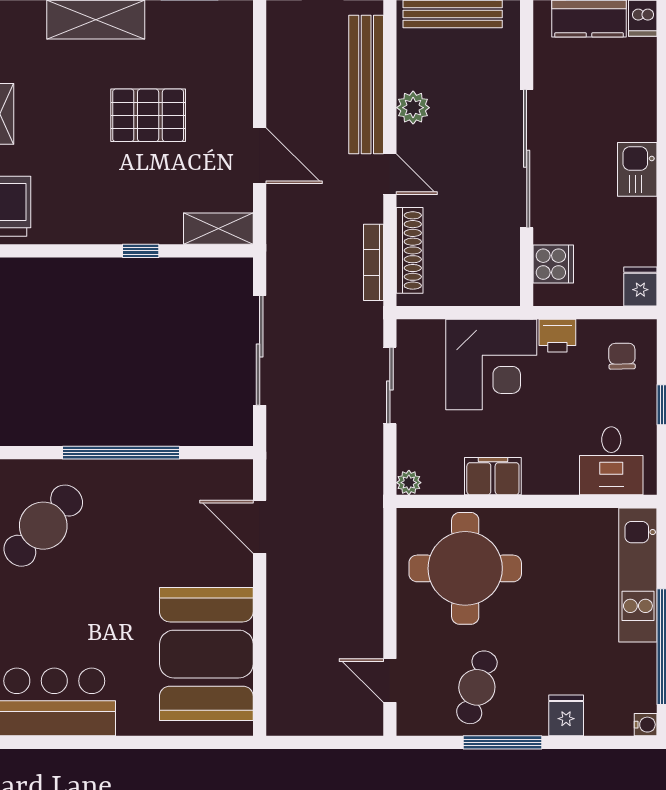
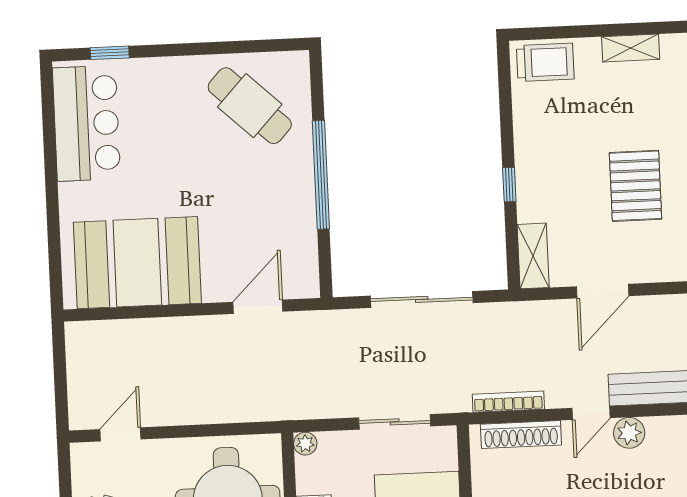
plant: (413, 108) -> (629, 433), moved

